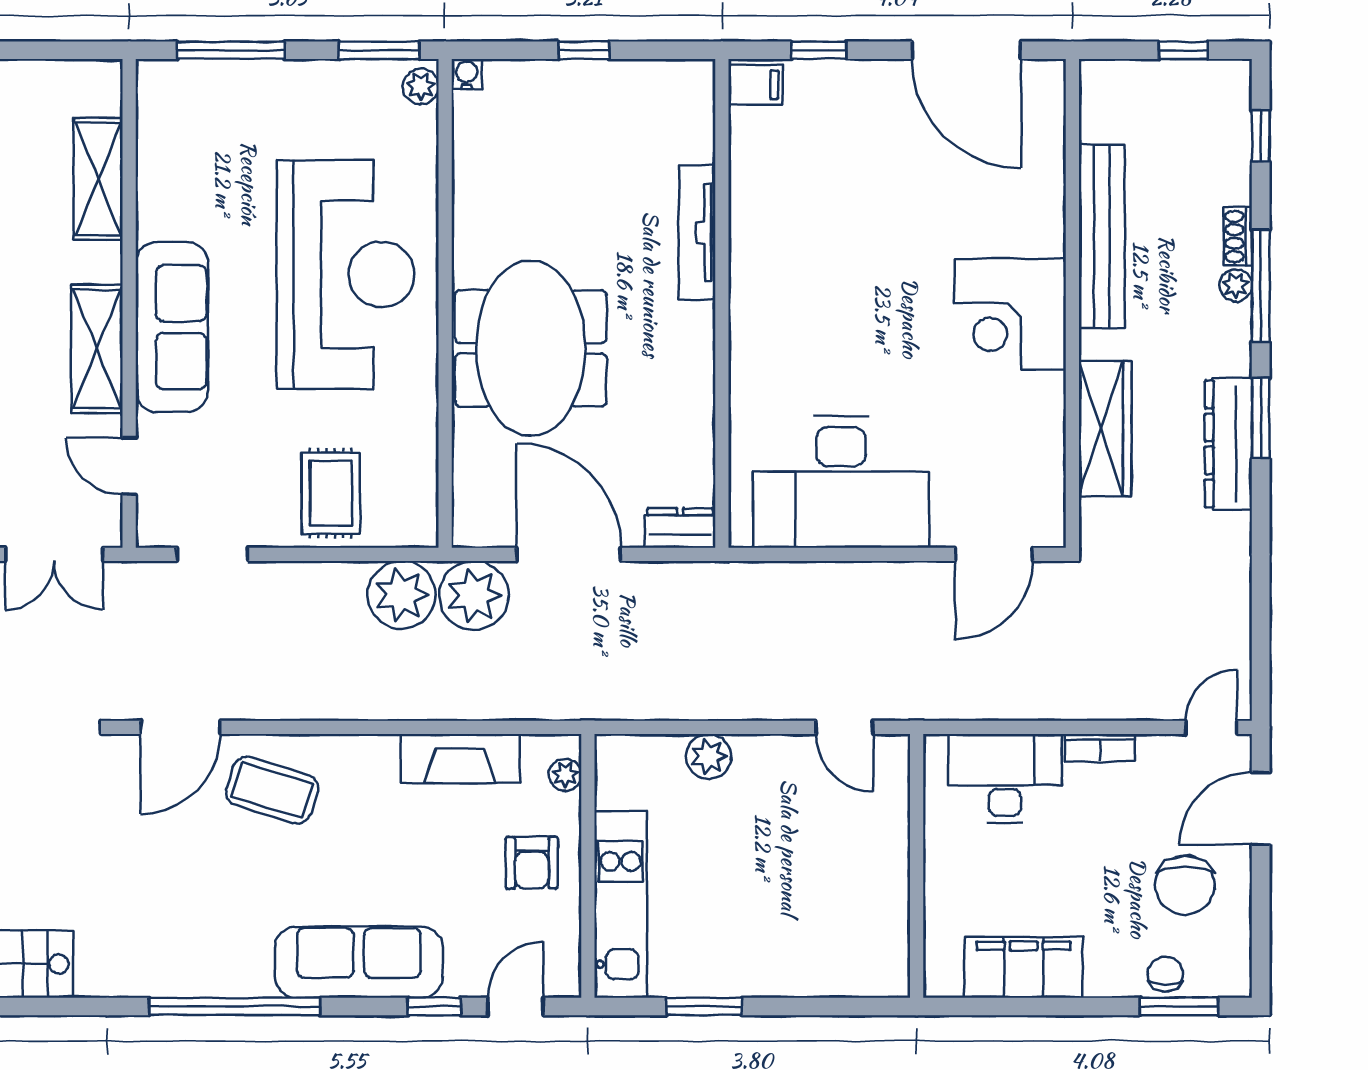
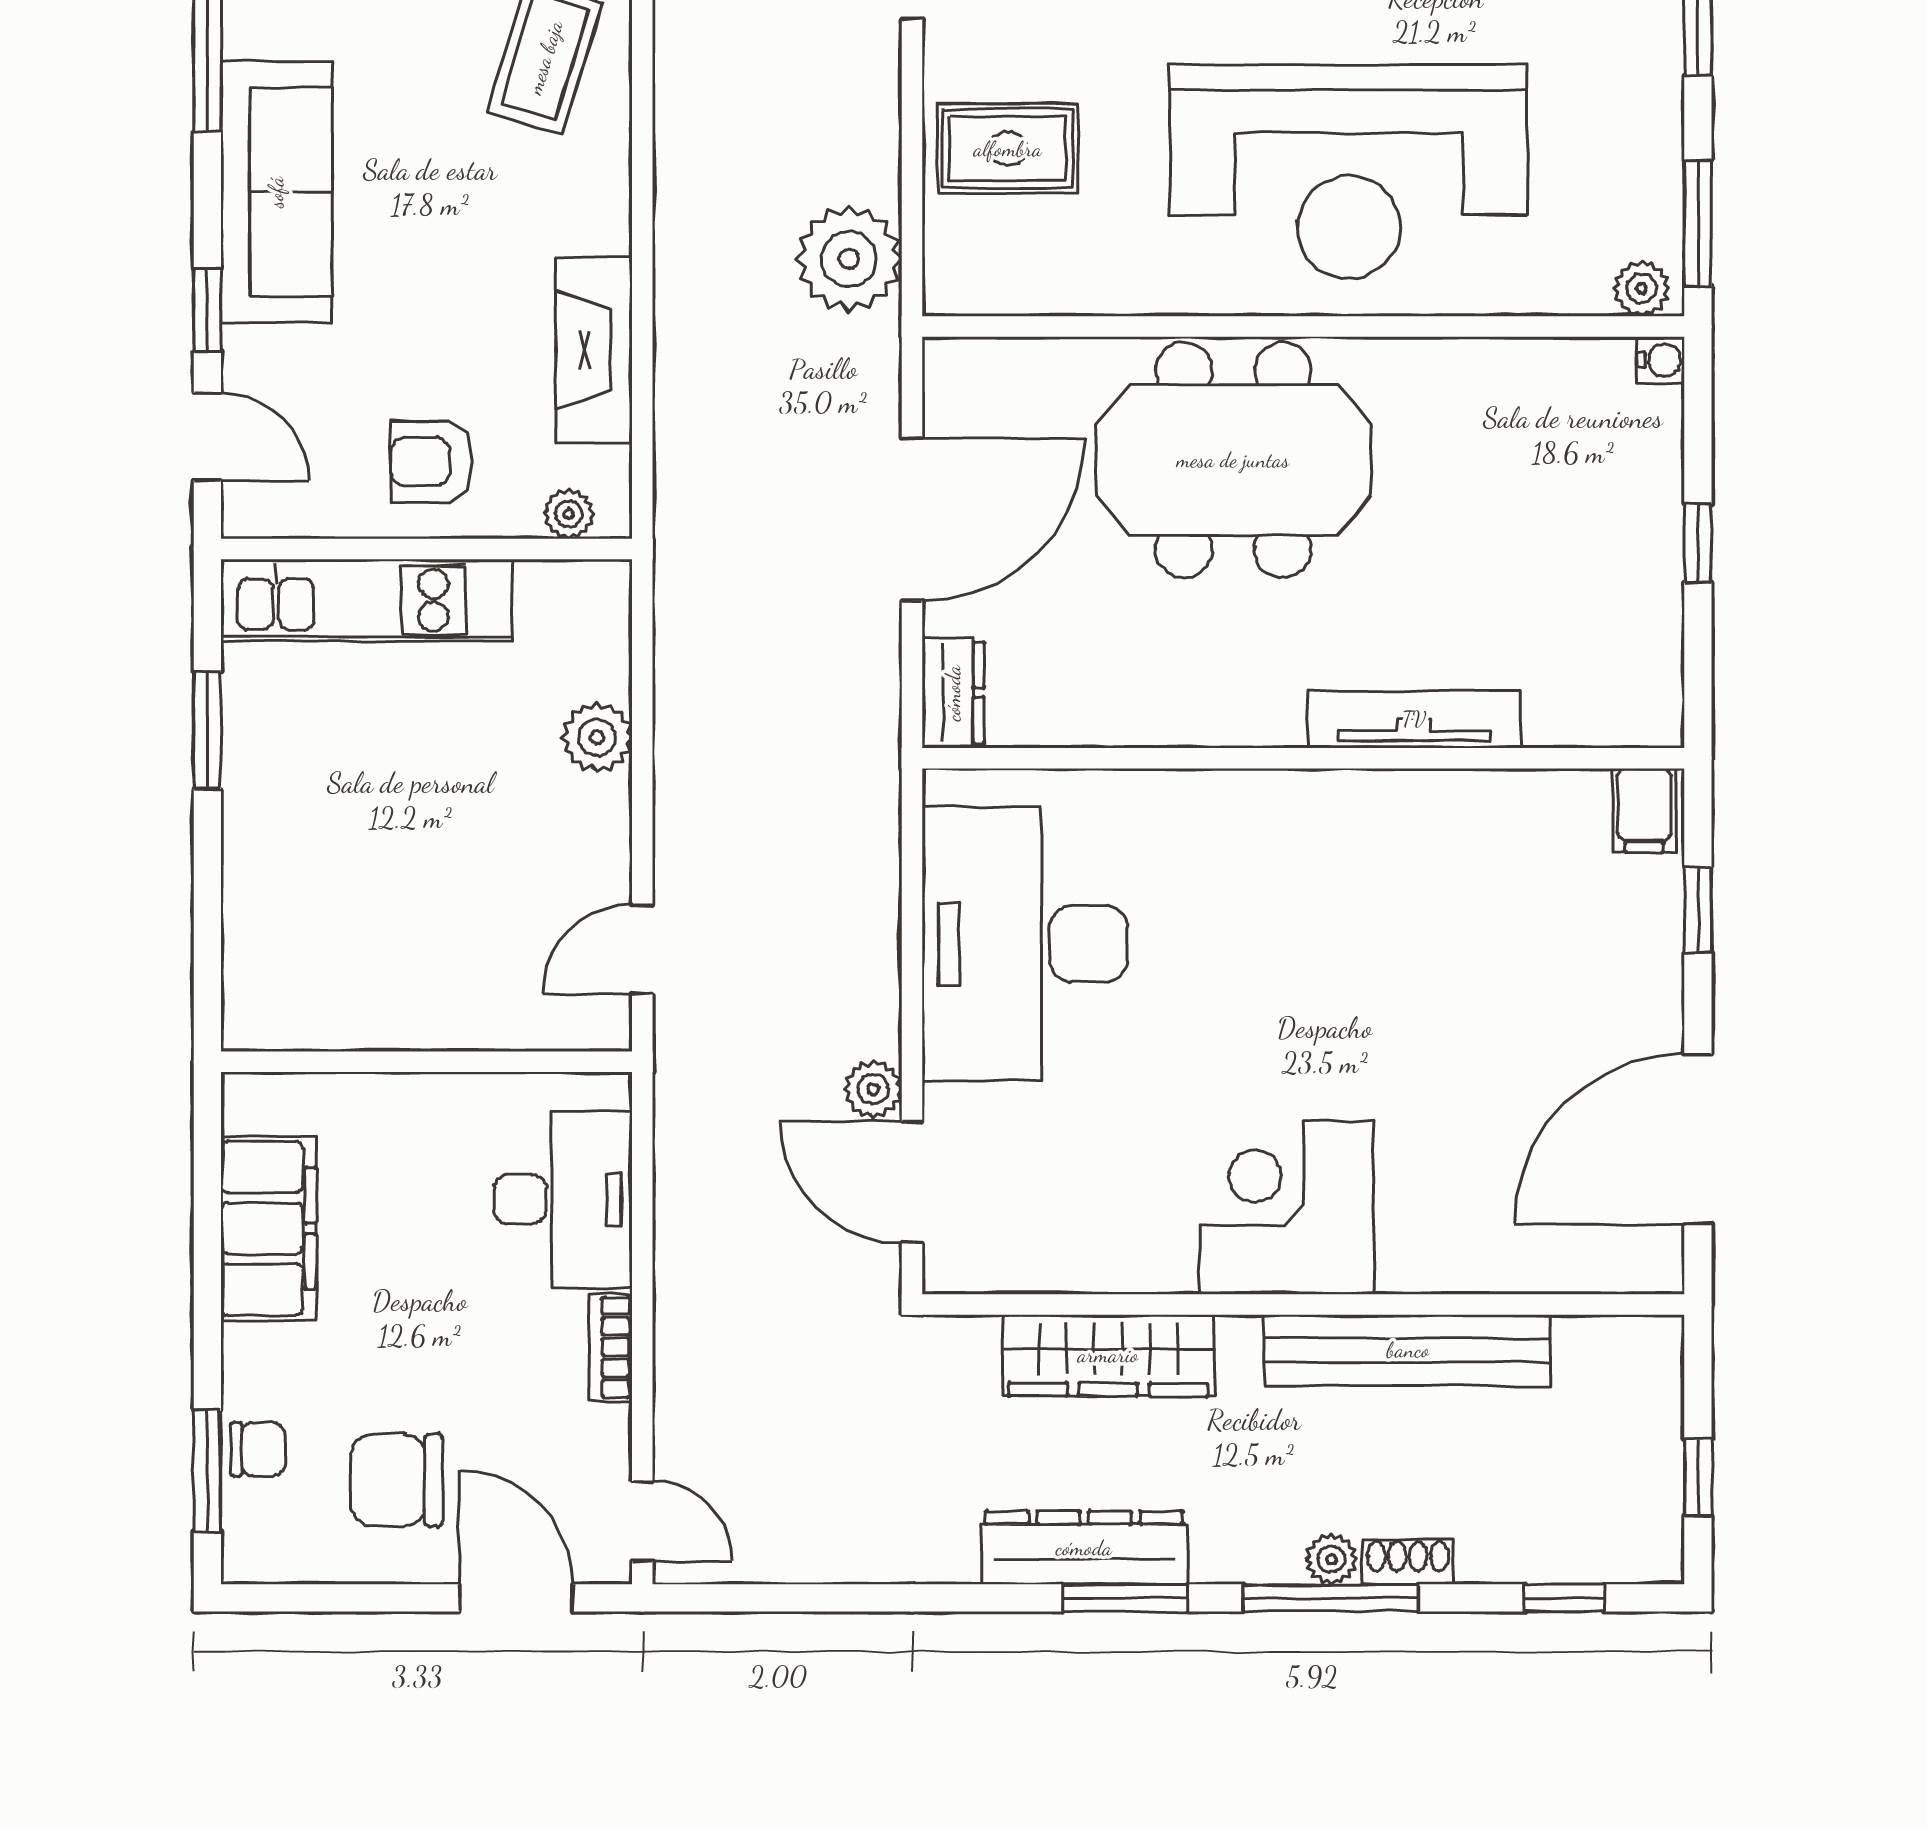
plant: (474, 596) -> (873, 1089), moved, width x0.53, depth x0.53

